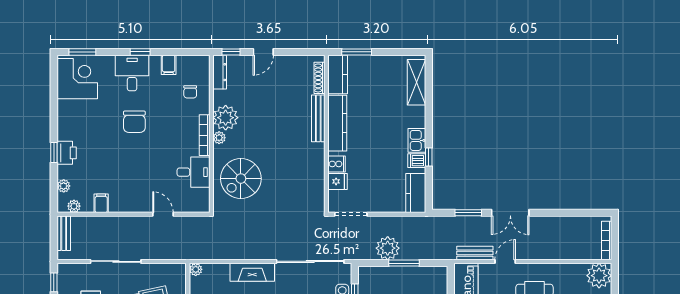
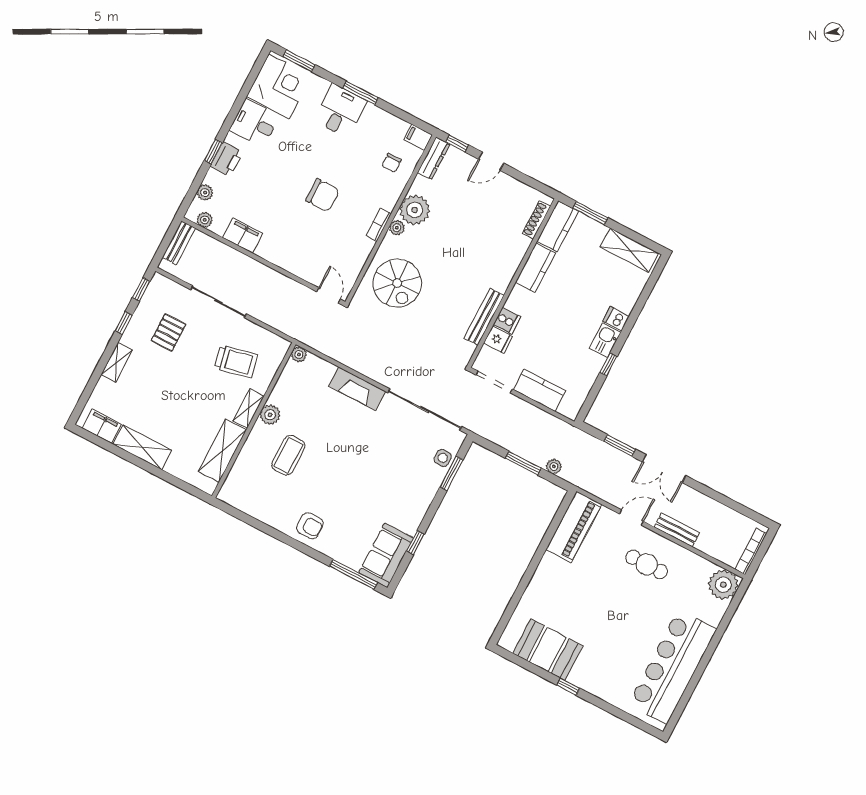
window: (140, 52) -> (360, 93), width x1.50
filing cabinet: (169, 65) -> (418, 137), moved, turned 90
shelving: (416, 82) -> (629, 250), moved, turned 90
bench: (318, 118) -> (484, 317), moved
chair: (134, 122) -> (322, 195), moved, turned -90
kitchen counter: (337, 123) -> (535, 268), width x0.67
bookcase: (205, 135) -> (379, 225), width x0.64
dishwasher: (417, 161) -> (616, 319), moved
desk: (193, 172) -> (255, 123), moved, turned 180
spiral stairs: (241, 179) -> (397, 283), turned -90
kitchen counter: (416, 193) -> (539, 390), moved, turned 90
filing cabinet: (101, 203) -> (243, 236), width x2.00
door: (163, 214) -> (329, 295), moved
plant: (388, 248) -> (554, 466), moved, width x0.53, depth x0.53
bench: (475, 253) -> (677, 530), moved

